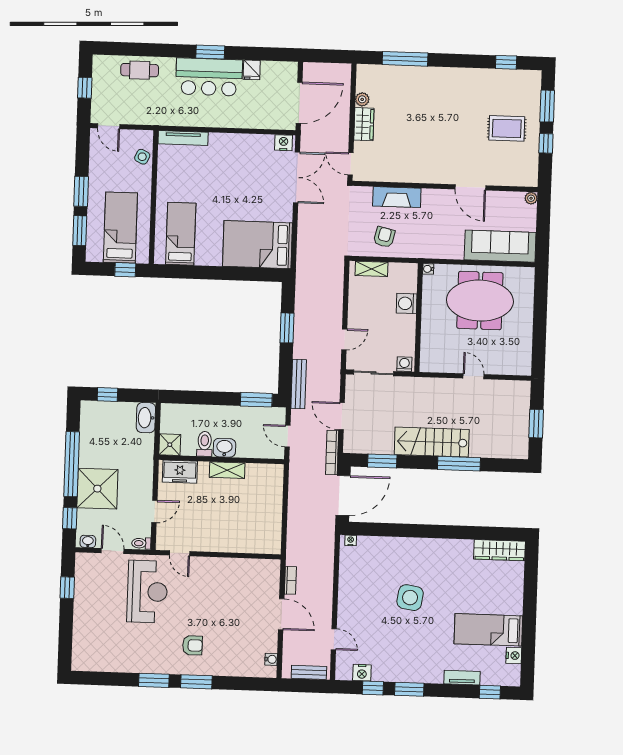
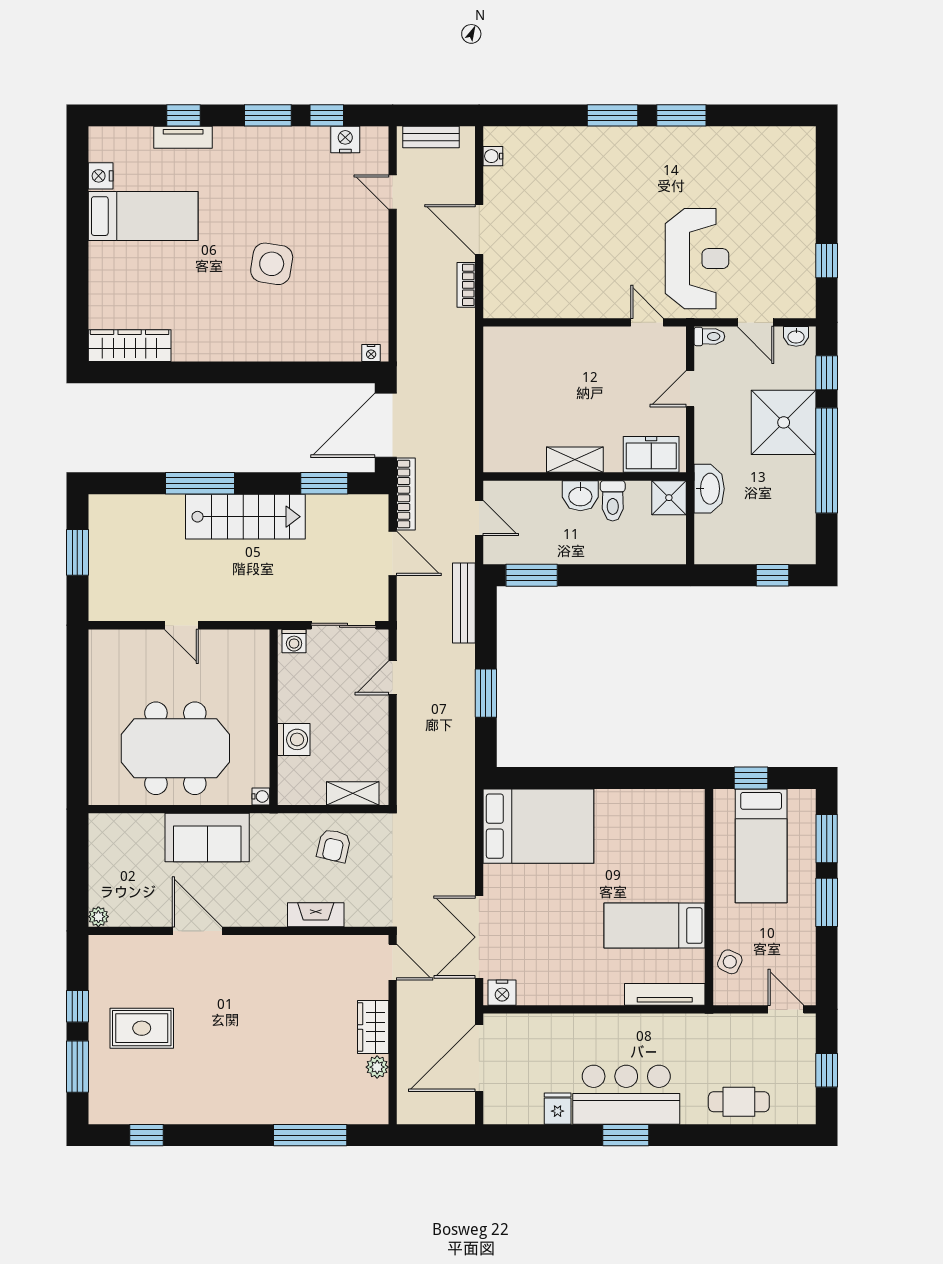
fireplace: (397, 197) -> (316, 915), width x0.73, depth x0.76
bed: (181, 234) -> (655, 926), moved, turned 90
sofa: (500, 246) -> (207, 838), moved, width x0.73
washbasin: (146, 418) -> (709, 489), moved
reception desk: (147, 592) -> (697, 259), turned 180
armchair: (192, 645) -> (621, 174), removed
window: (490, 692) -> (184, 115), moved

